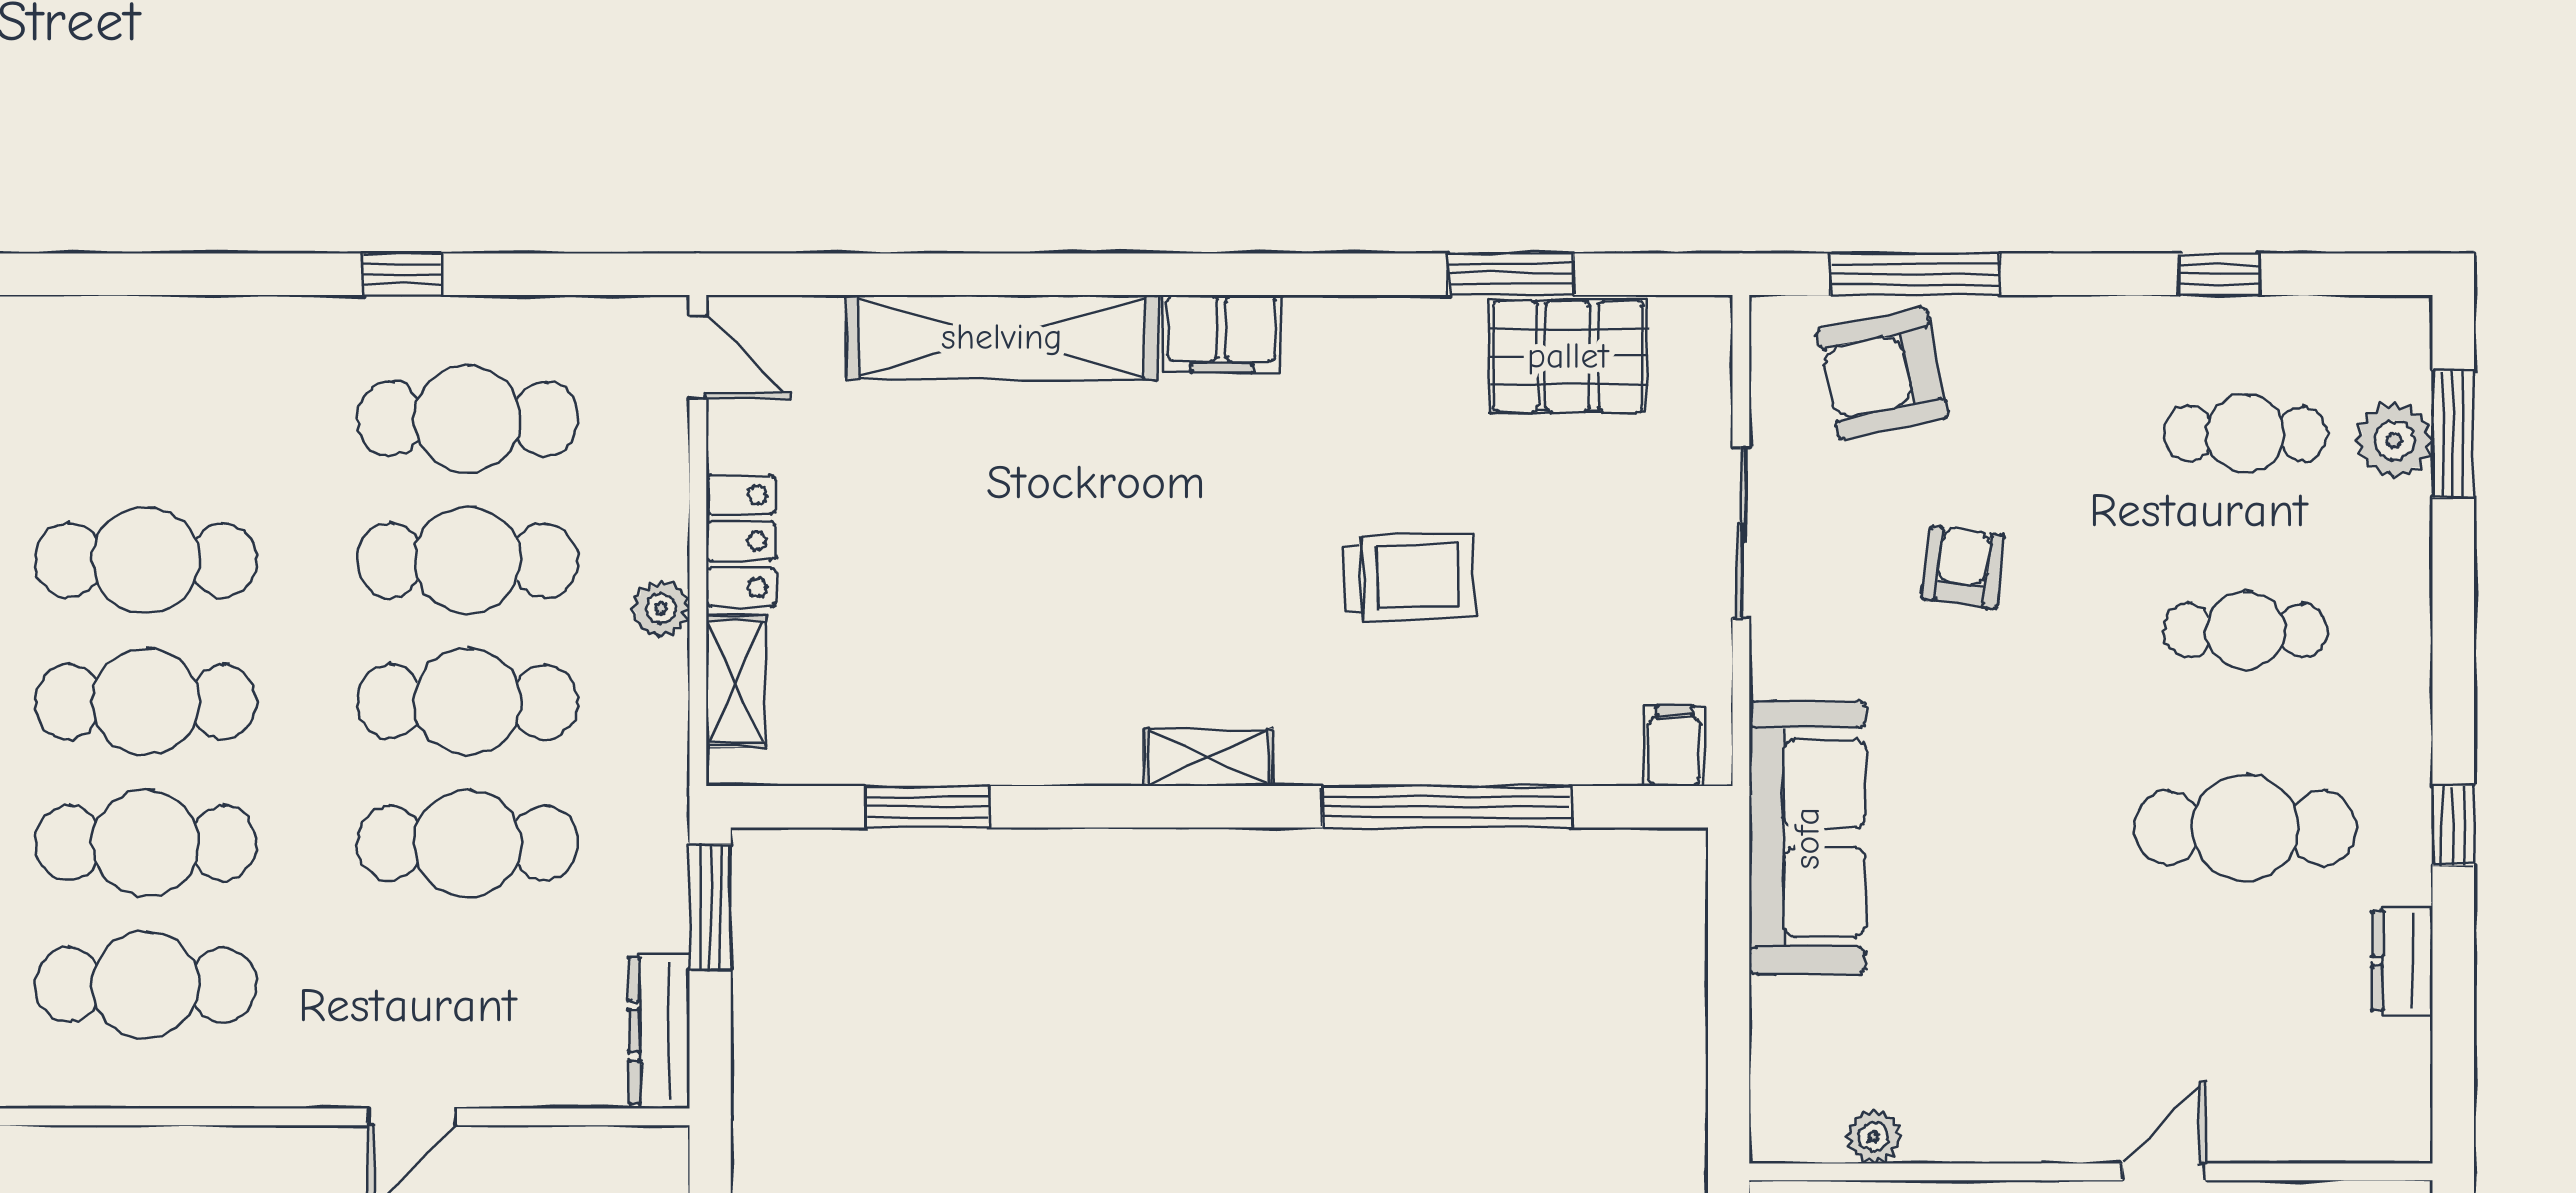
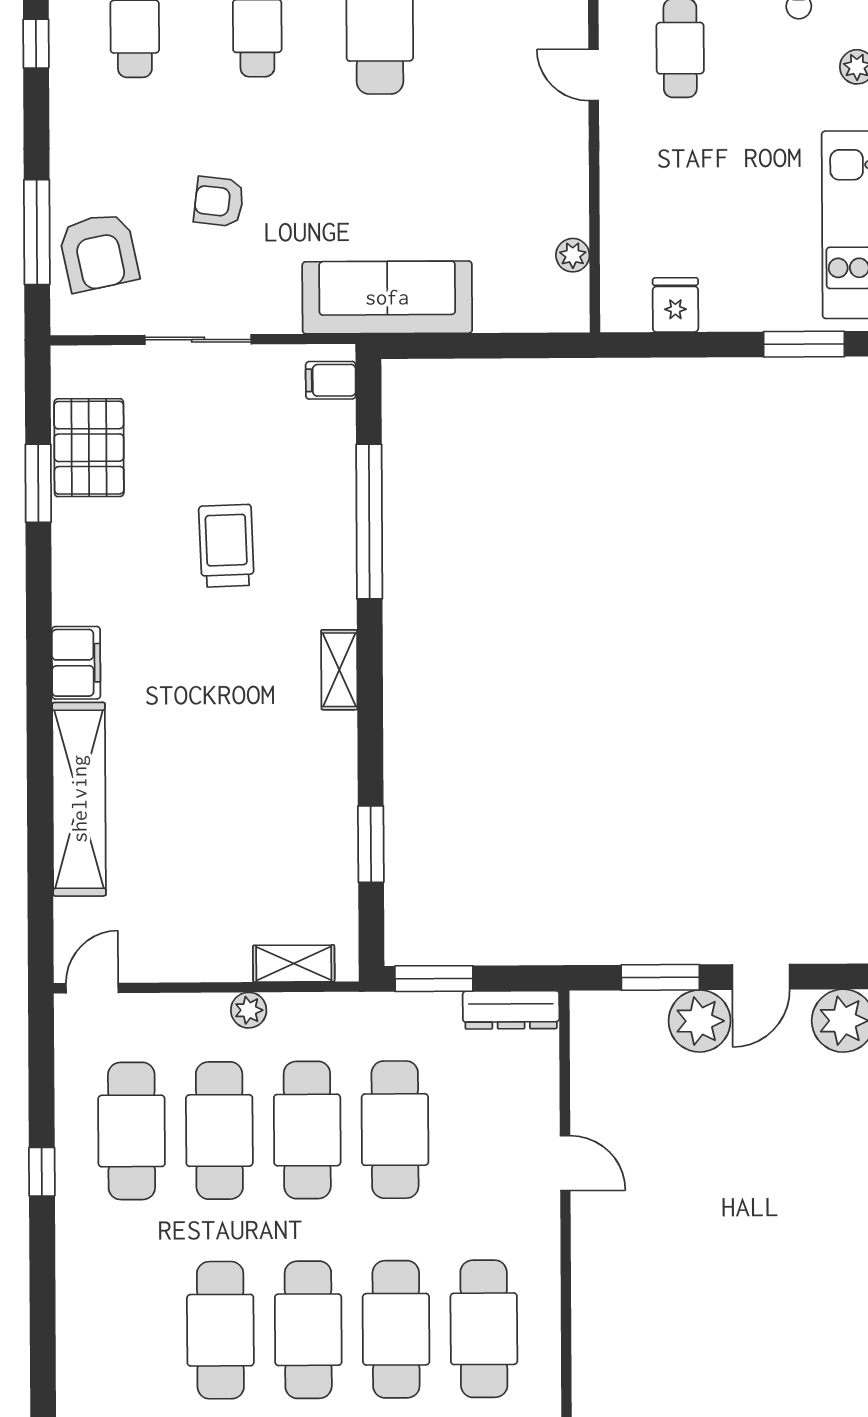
locker: (741, 541) -> (206, 961), removed

